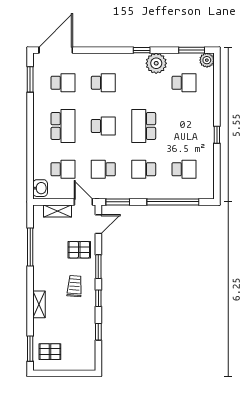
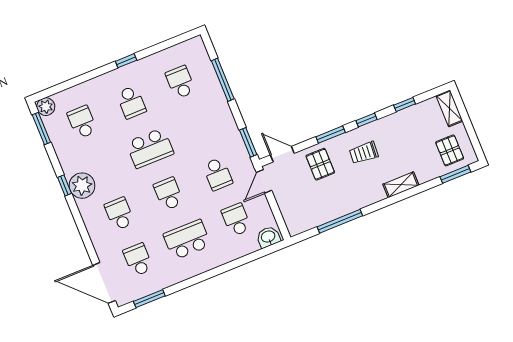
plant: (156, 63) -> (82, 186), moved
school desk: (144, 169) -> (131, 102), moved
window: (173, 202) -> (223, 80), width x0.68
shelving: (57, 211) -> (449, 108), moved

